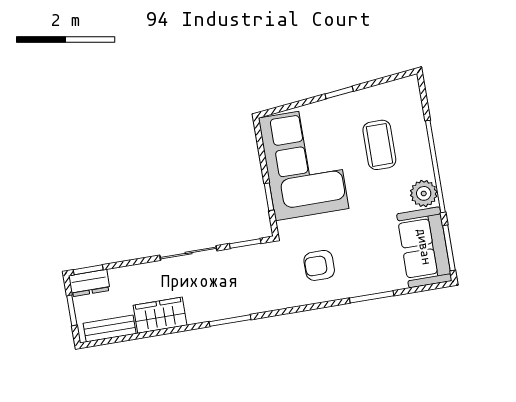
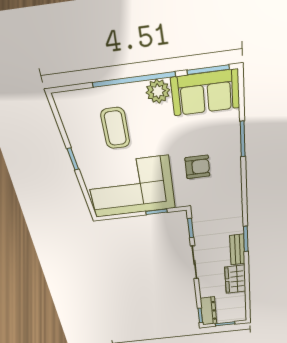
coffee table: (379, 145) -> (115, 128), turned 90
armchair: (319, 265) -> (197, 167), moved, turned -90
dresser: (89, 283) -> (208, 311), width x1.44
bench: (110, 328) -> (237, 250), moved

